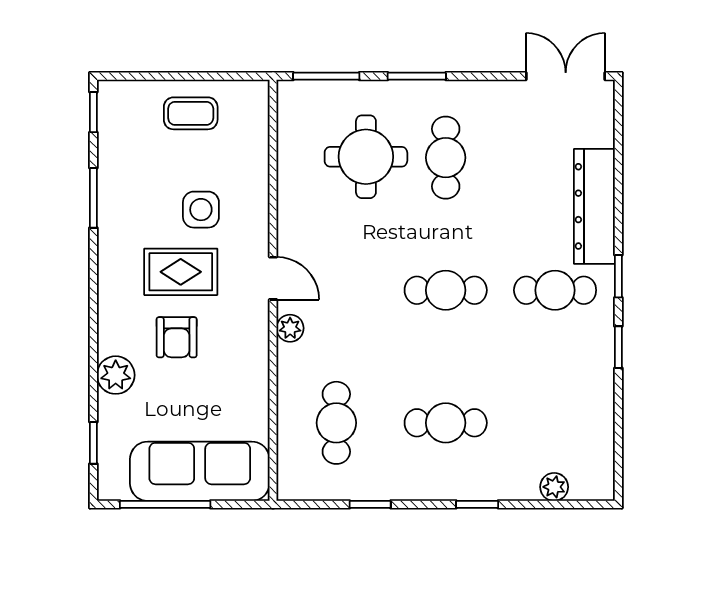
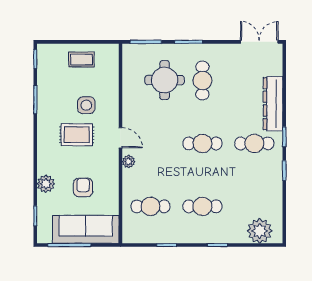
armchair: (177, 337) -> (83, 187), moved, turned 180
cafe table: (336, 423) -> (151, 206), turned 90
plant: (554, 487) -> (260, 231), width x1.88, depth x1.88

